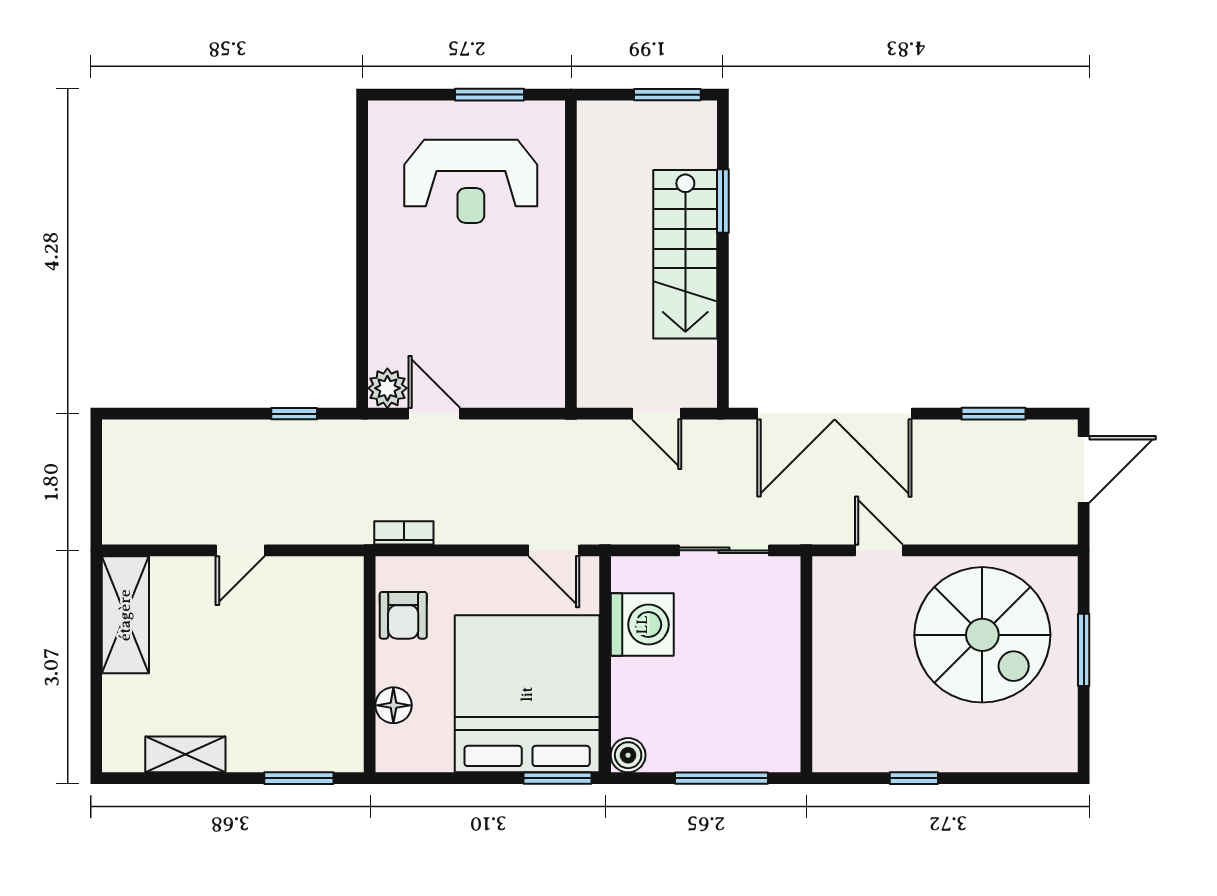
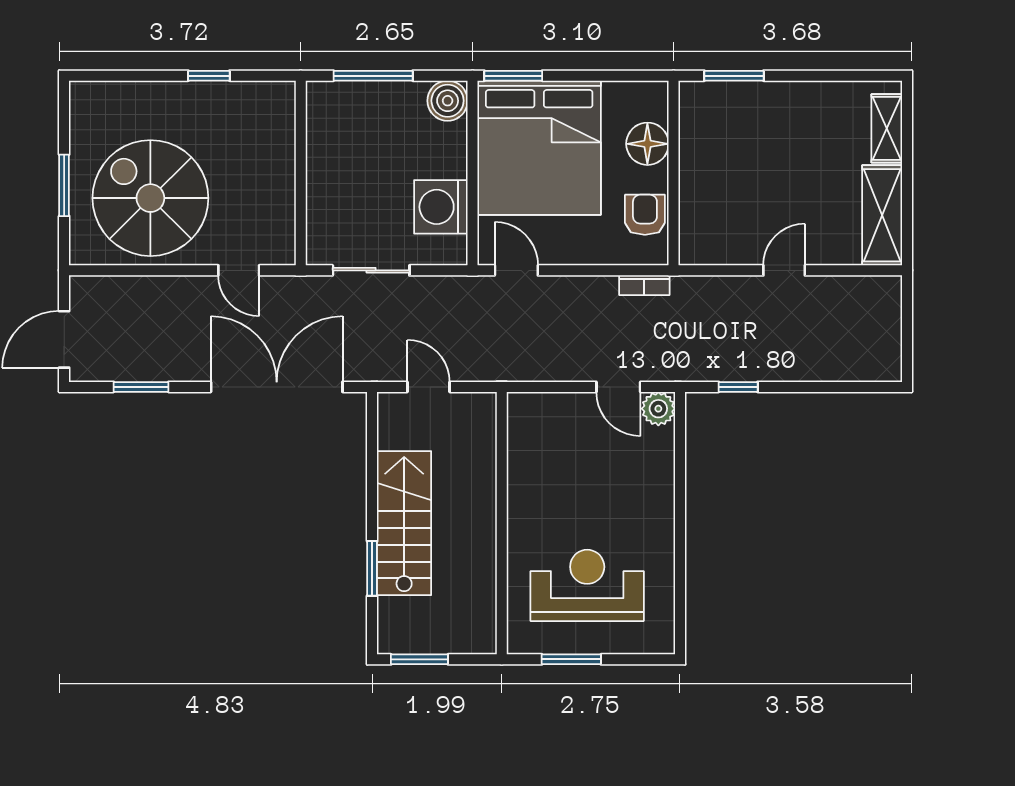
floor lamp: (393, 705) -> (647, 144), width x1.38, depth x1.38
shelving: (185, 754) -> (887, 128), moved, turned 90
boiler: (628, 755) -> (448, 101), width x1.36, depth x1.36

